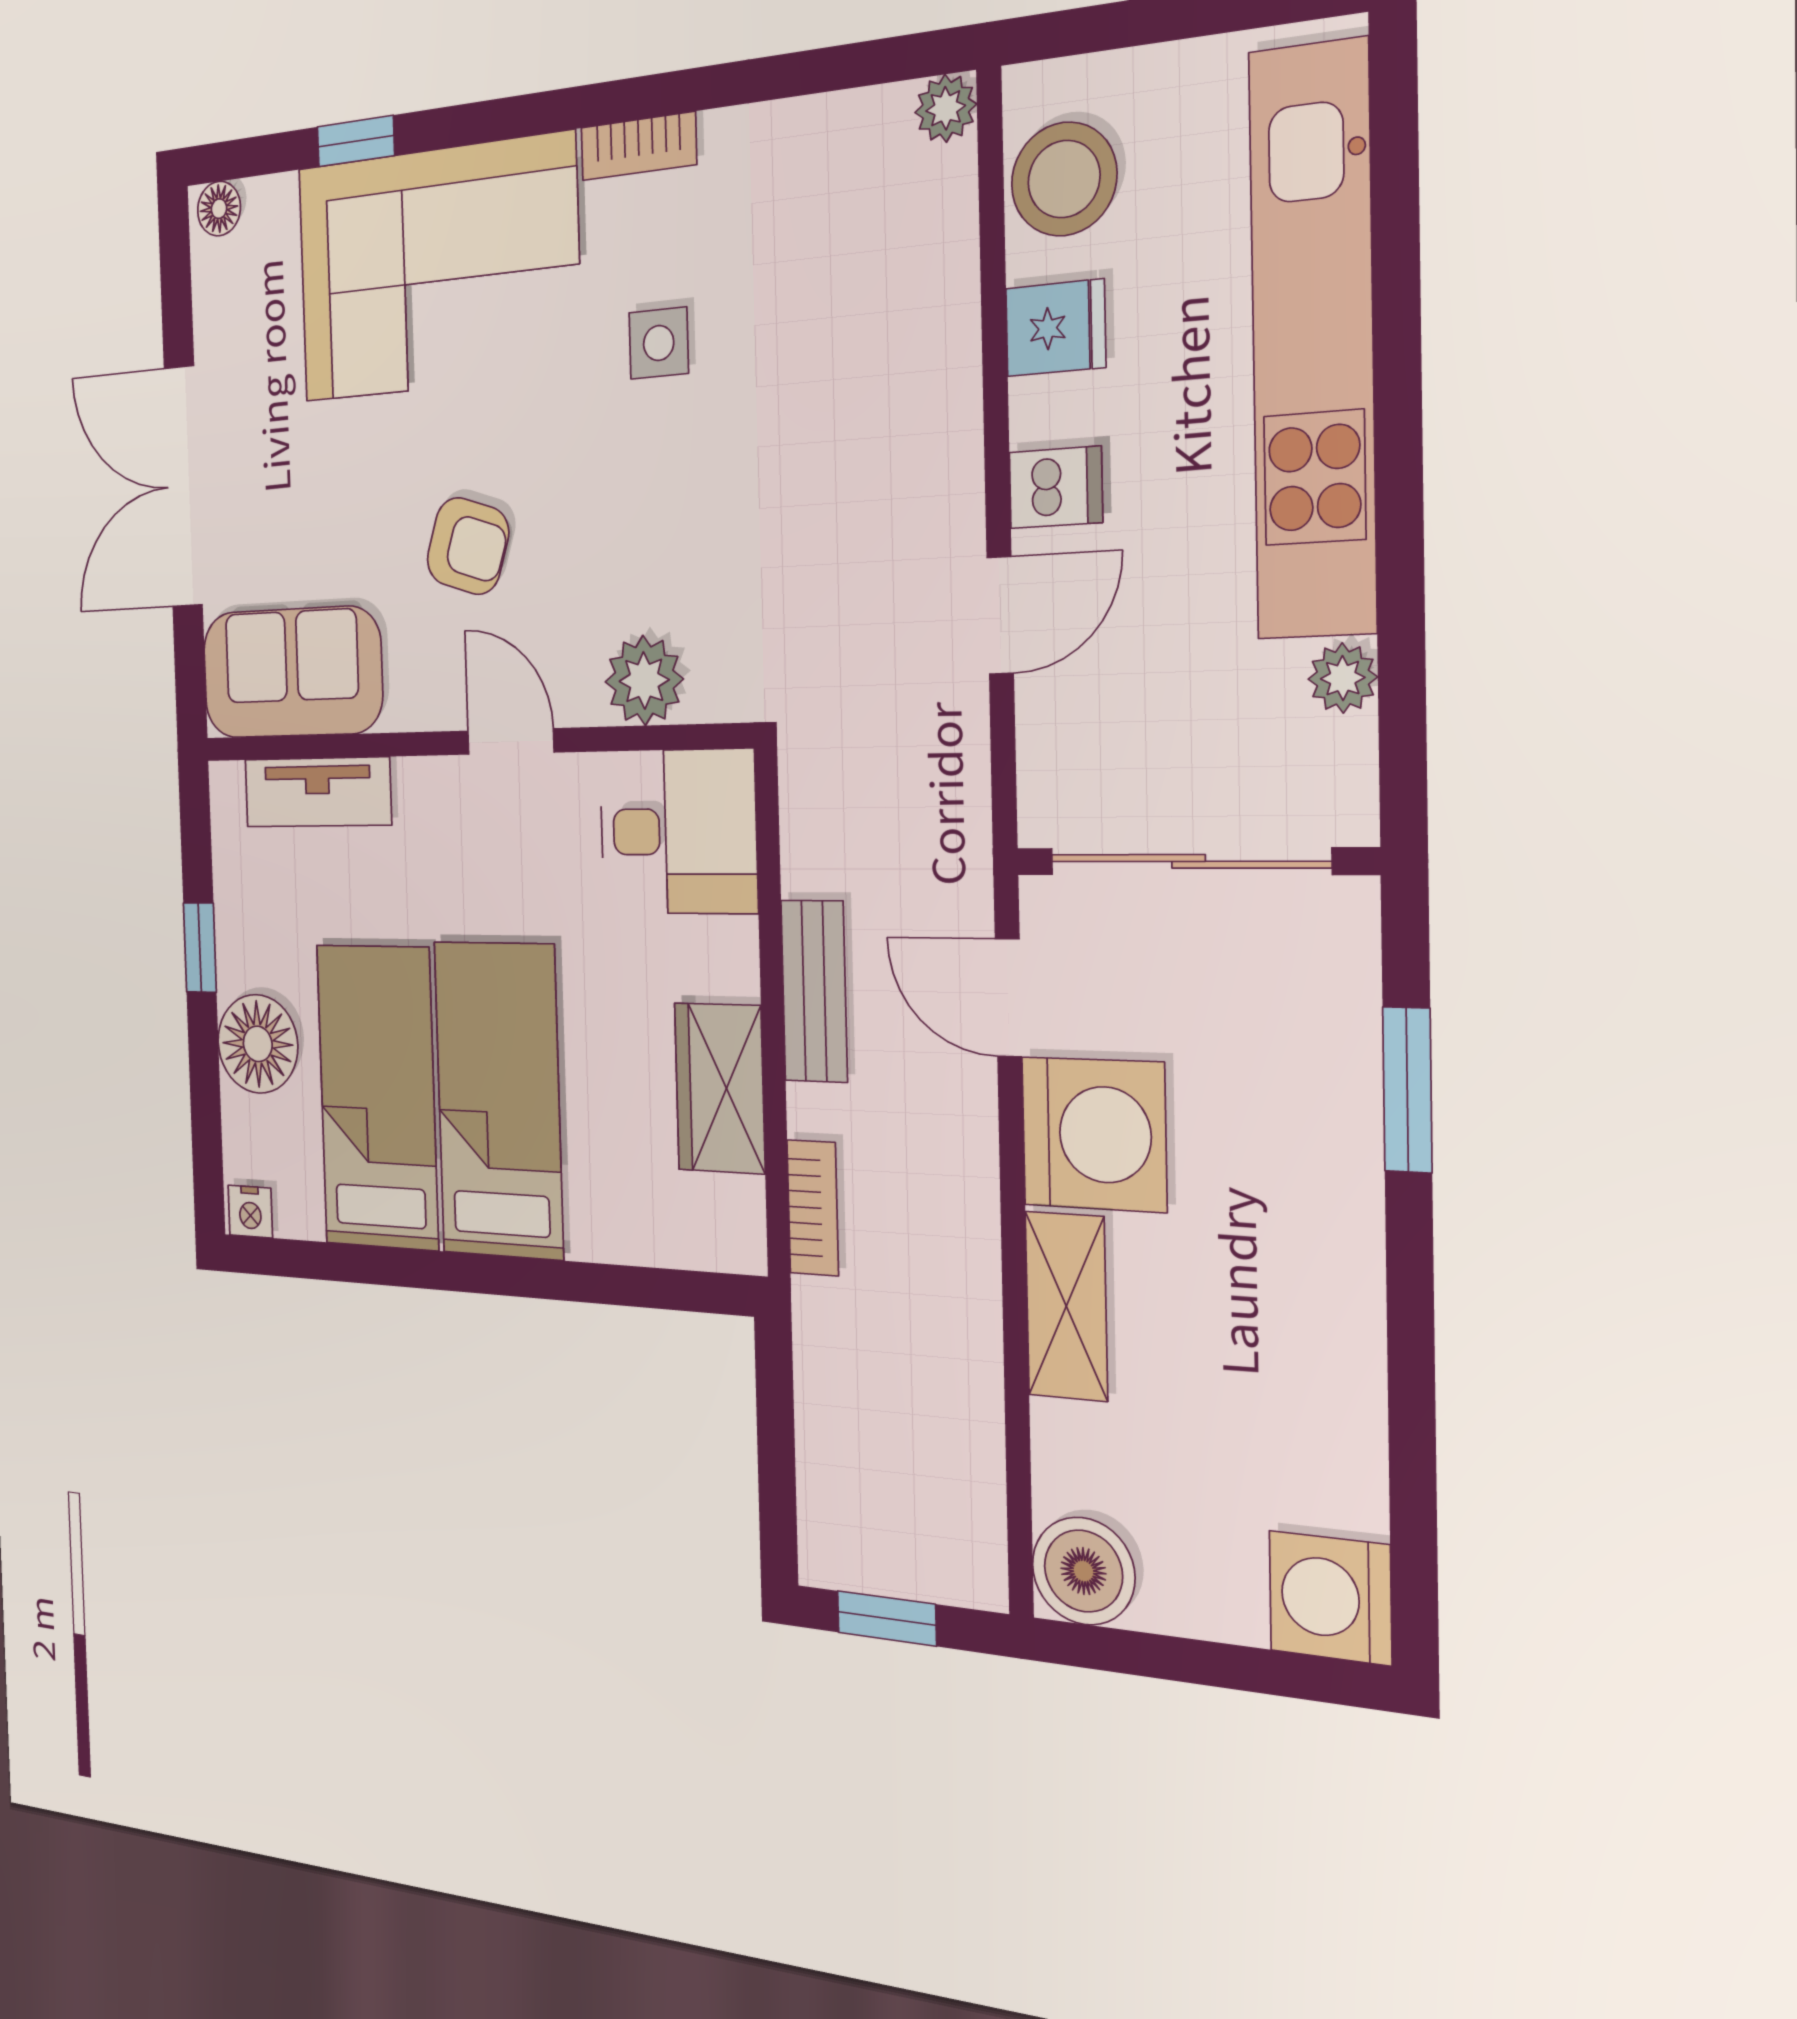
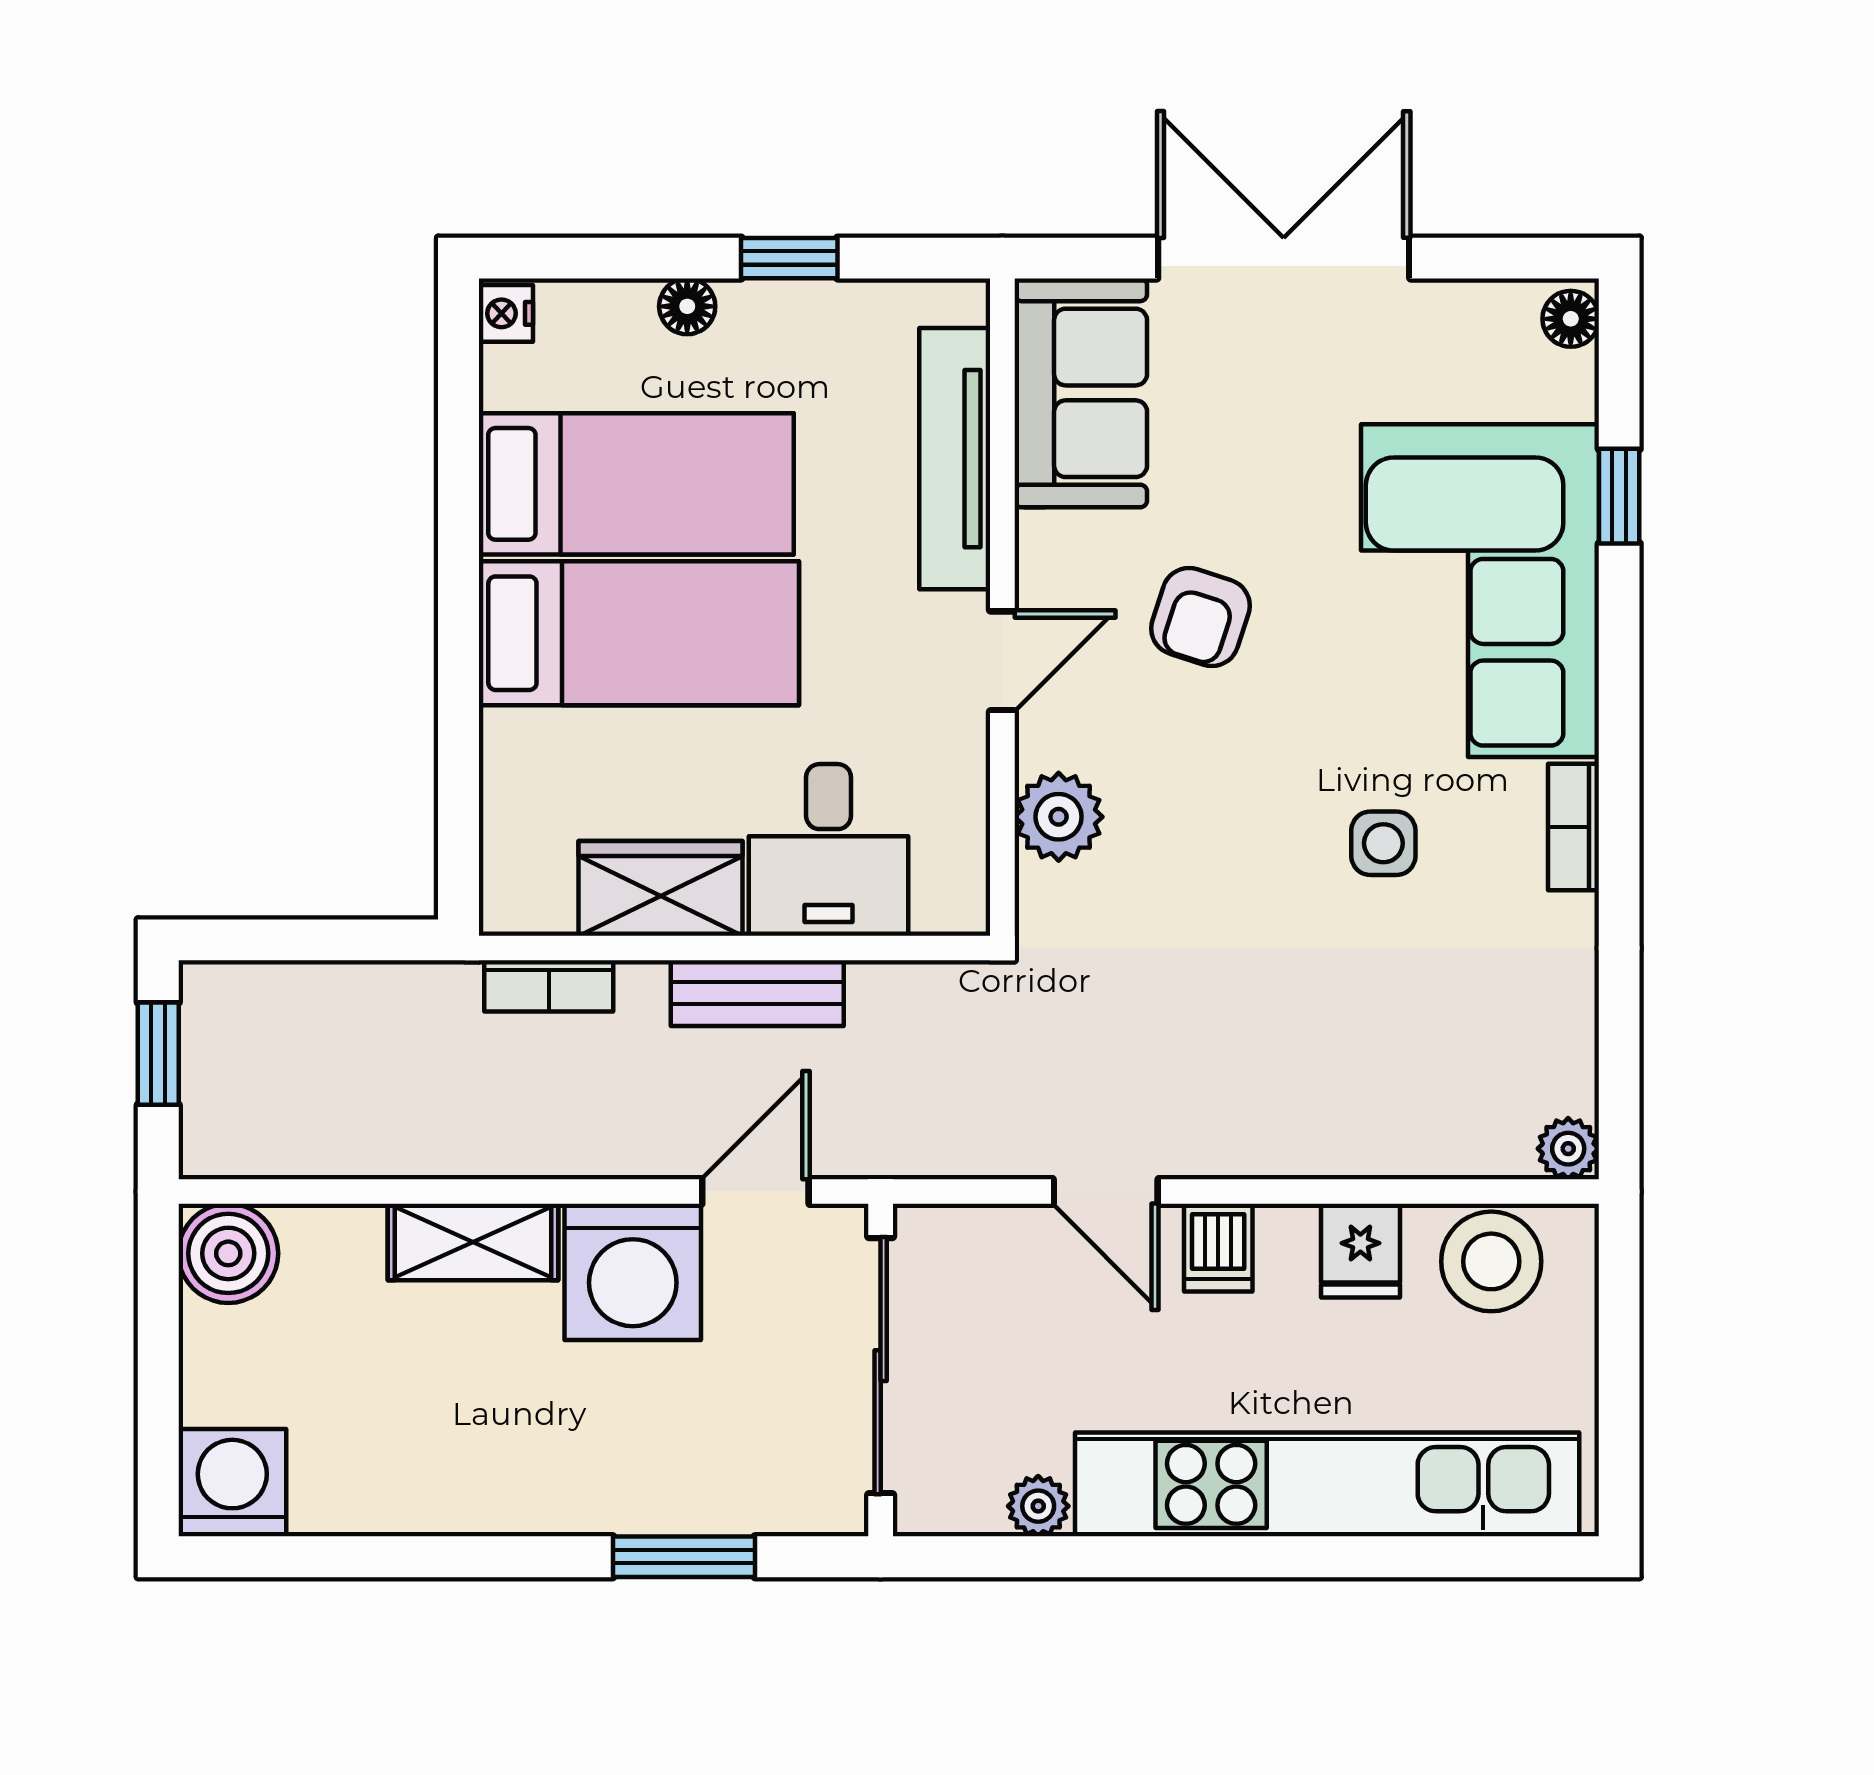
tv unit: (318, 792) -> (955, 459), width x1.41
desk: (678, 832) -> (829, 850), moved
floor lamp: (258, 1044) -> (687, 306), width x0.53, depth x0.53

